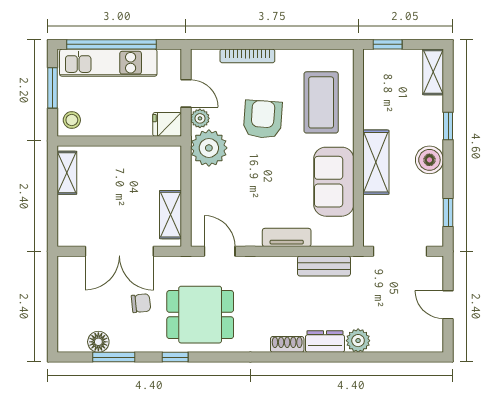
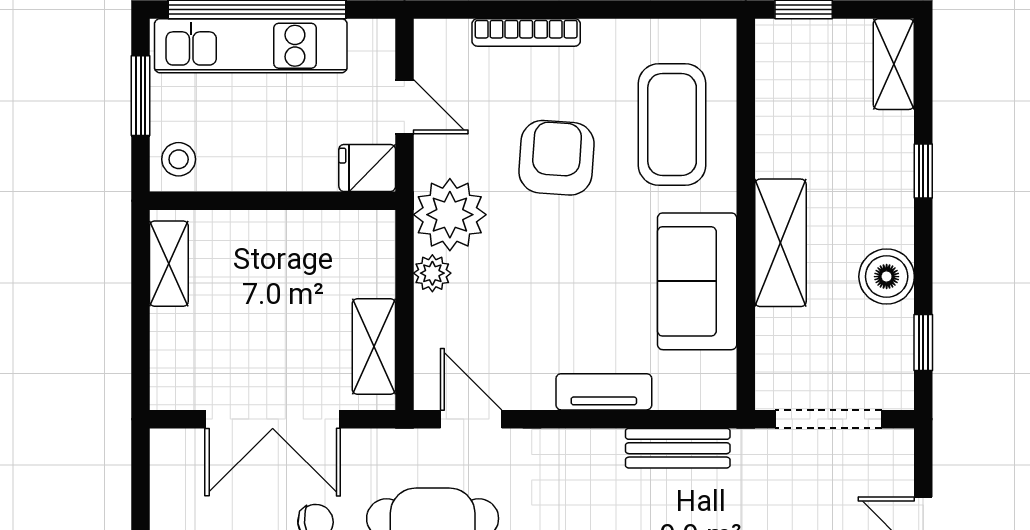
plant: (200, 118) -> (432, 273), moved
boiler: (429, 160) -> (887, 277), moved

